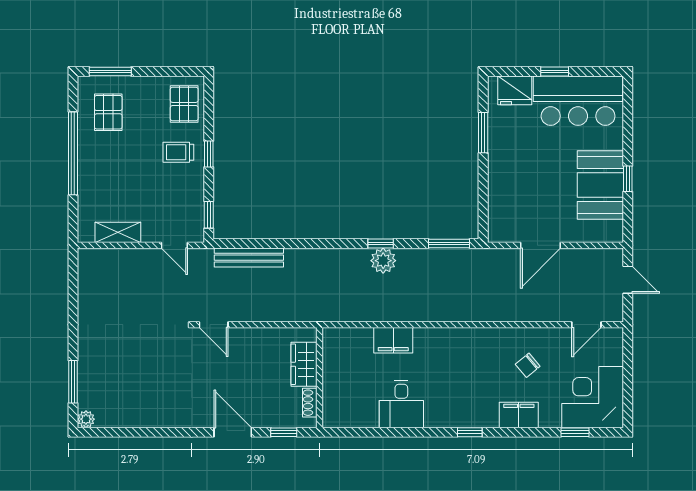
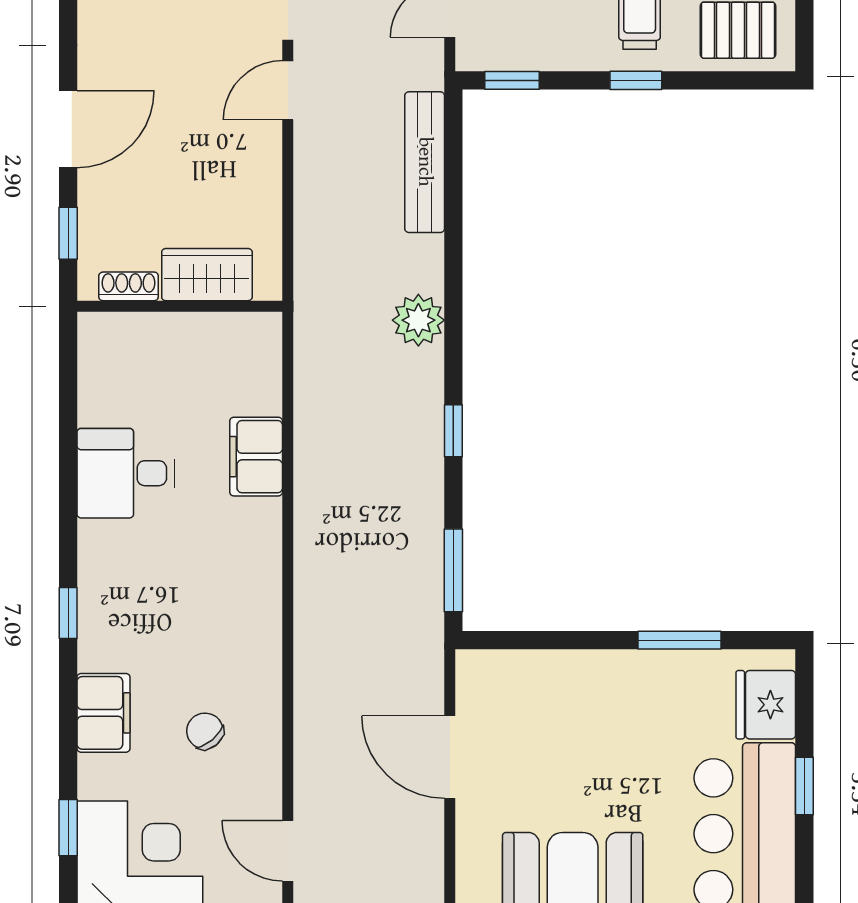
plant: (383, 261) -> (418, 320), moved

